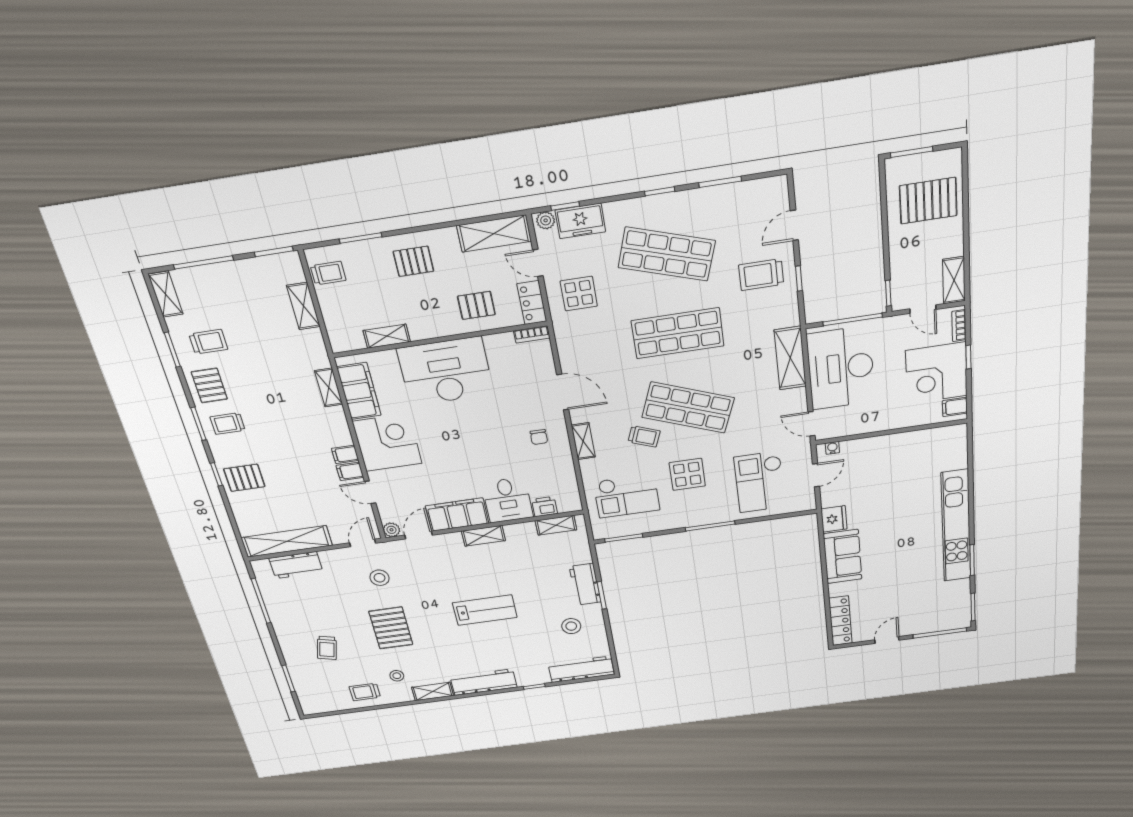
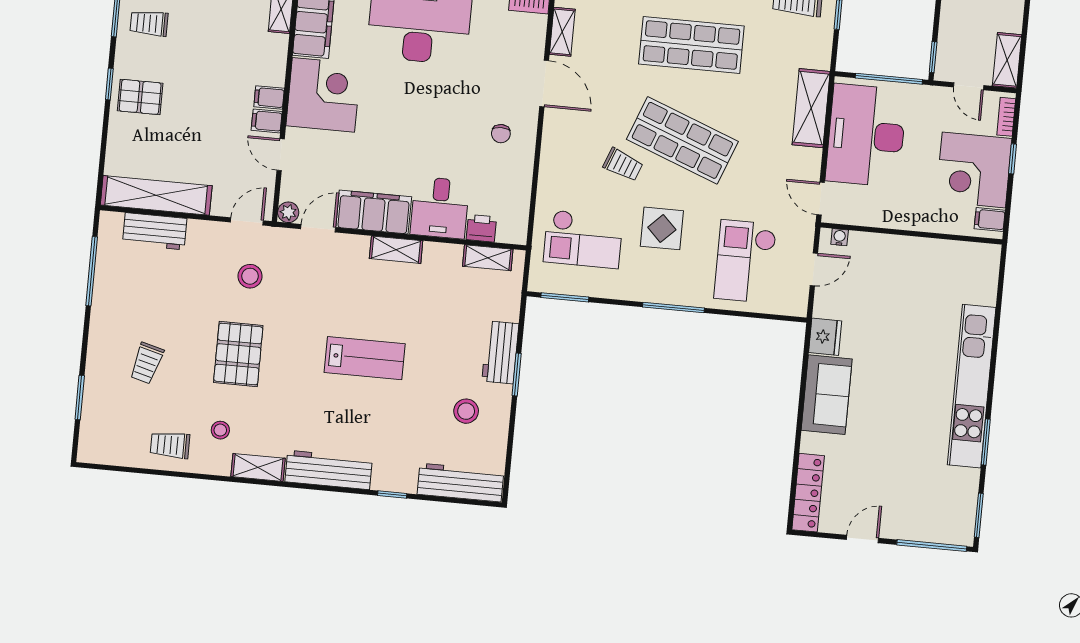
shelving: (583, 441) -> (562, 32), moved

